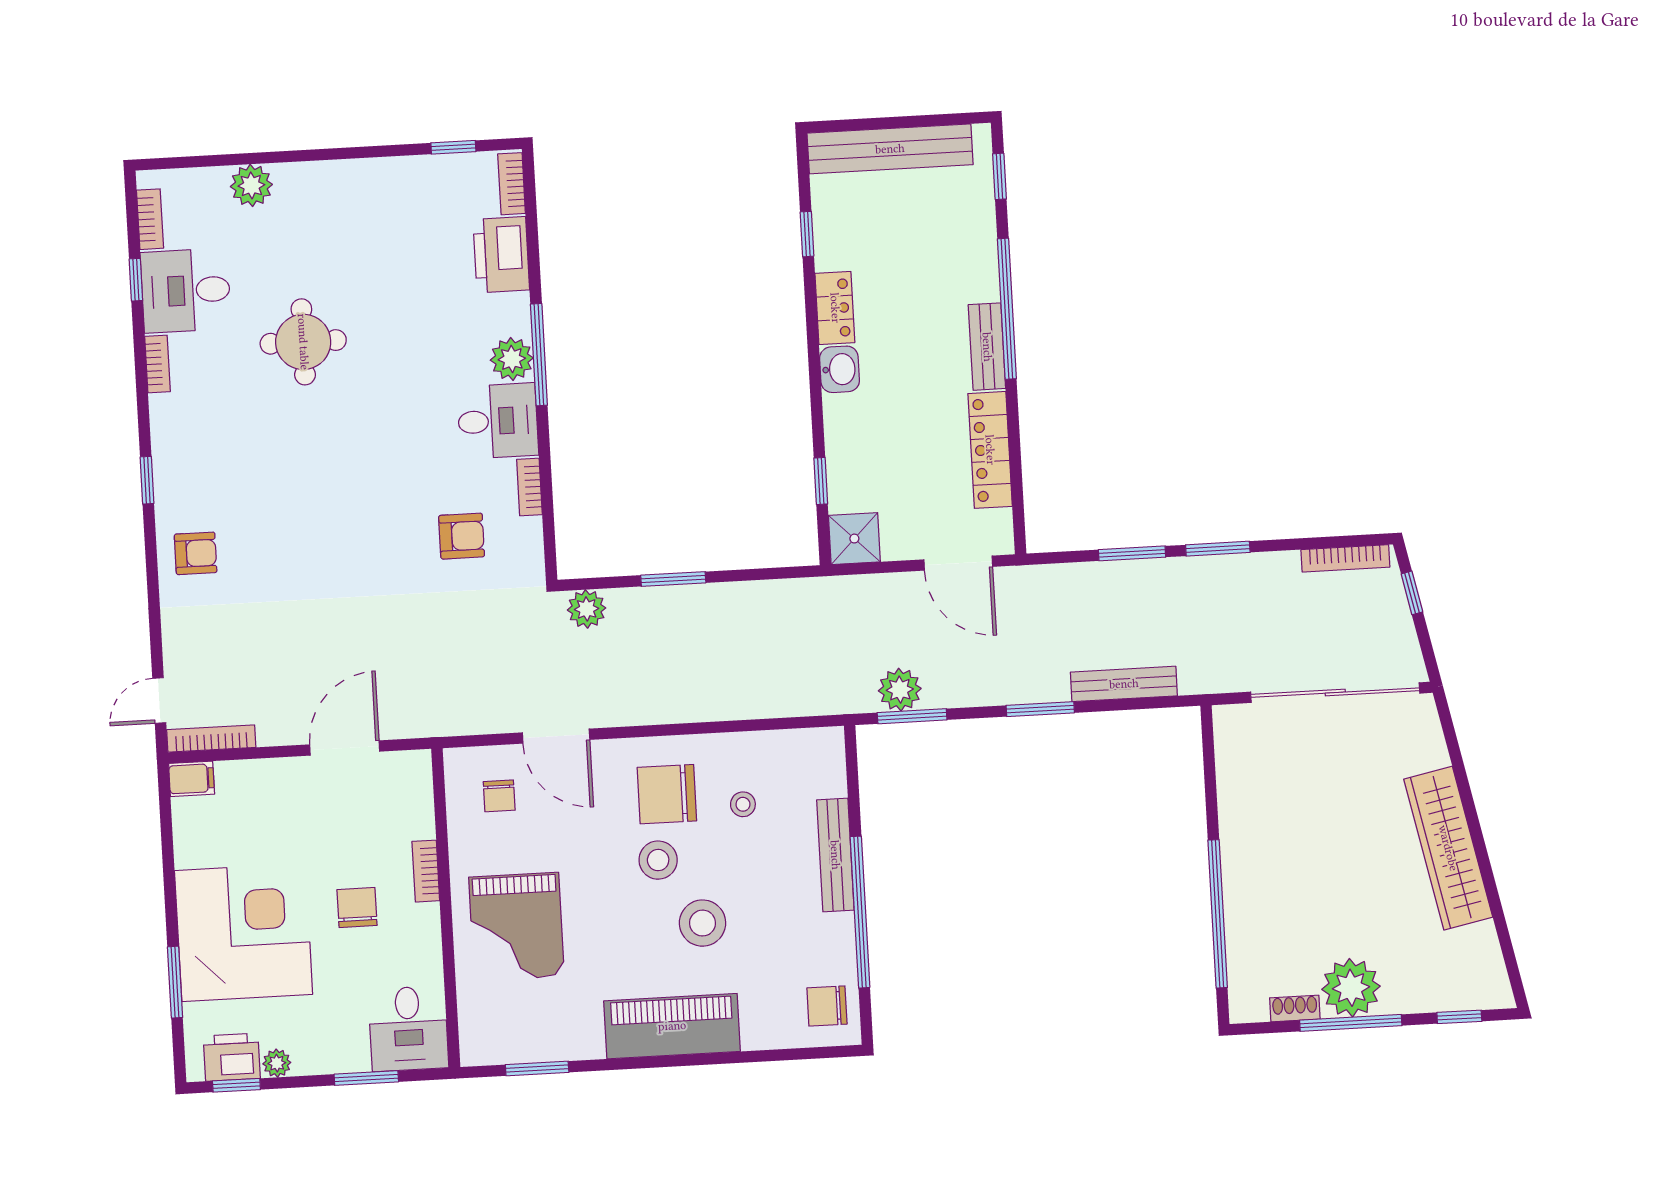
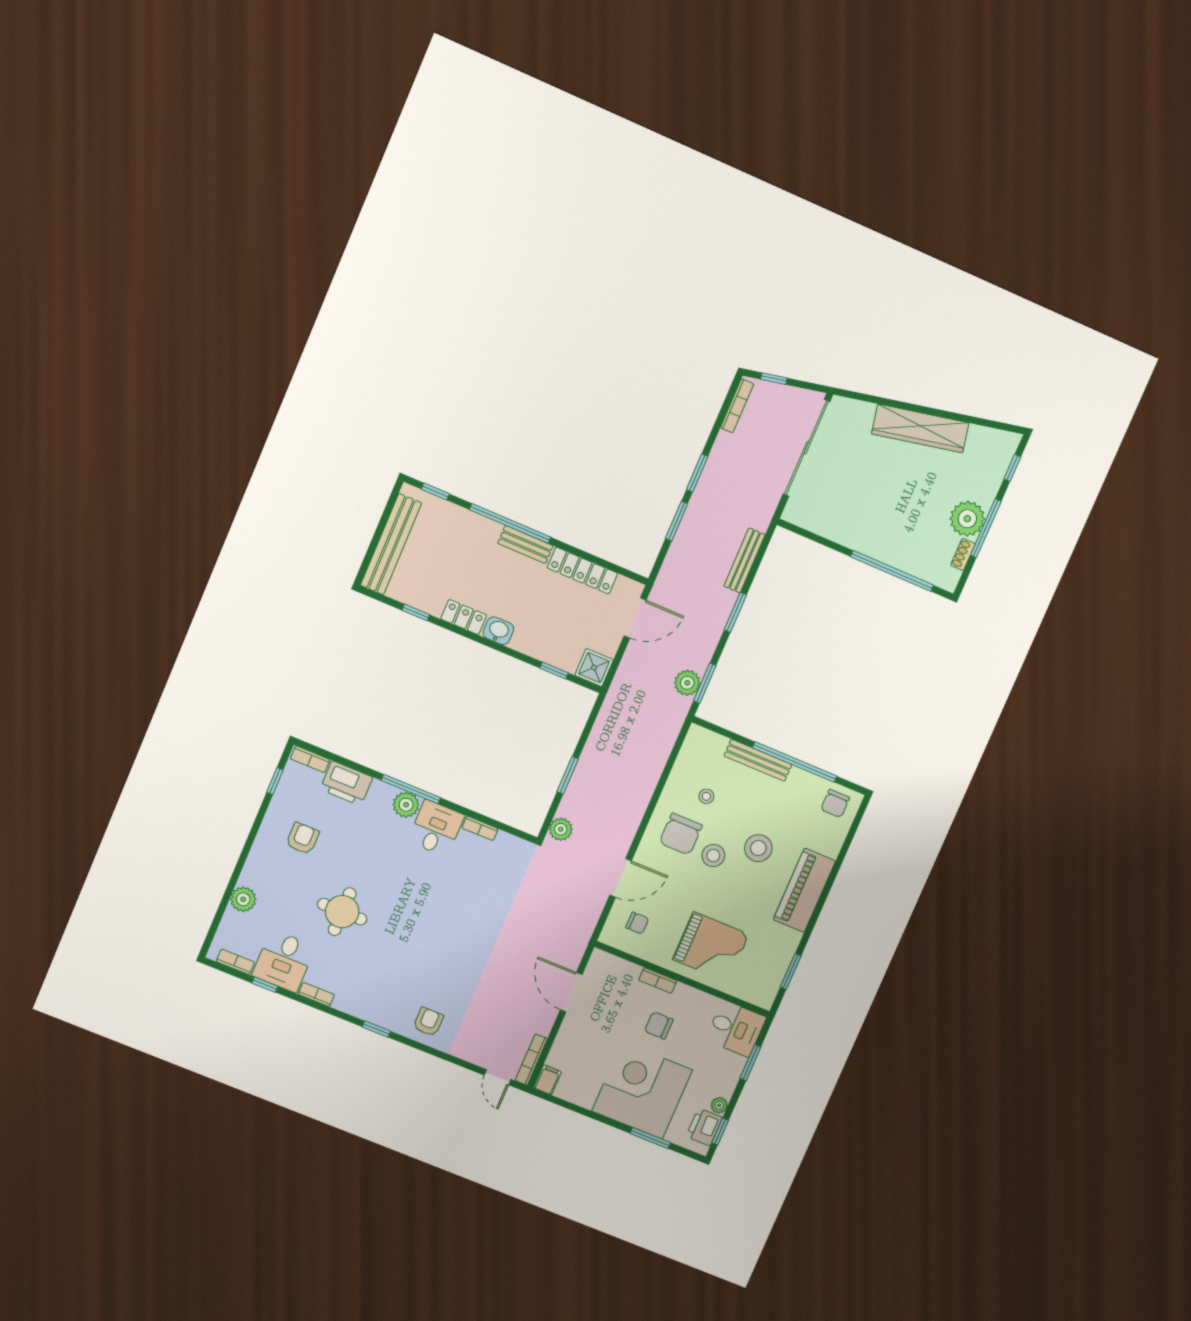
armchair: (462, 536) -> (303, 838), moved

